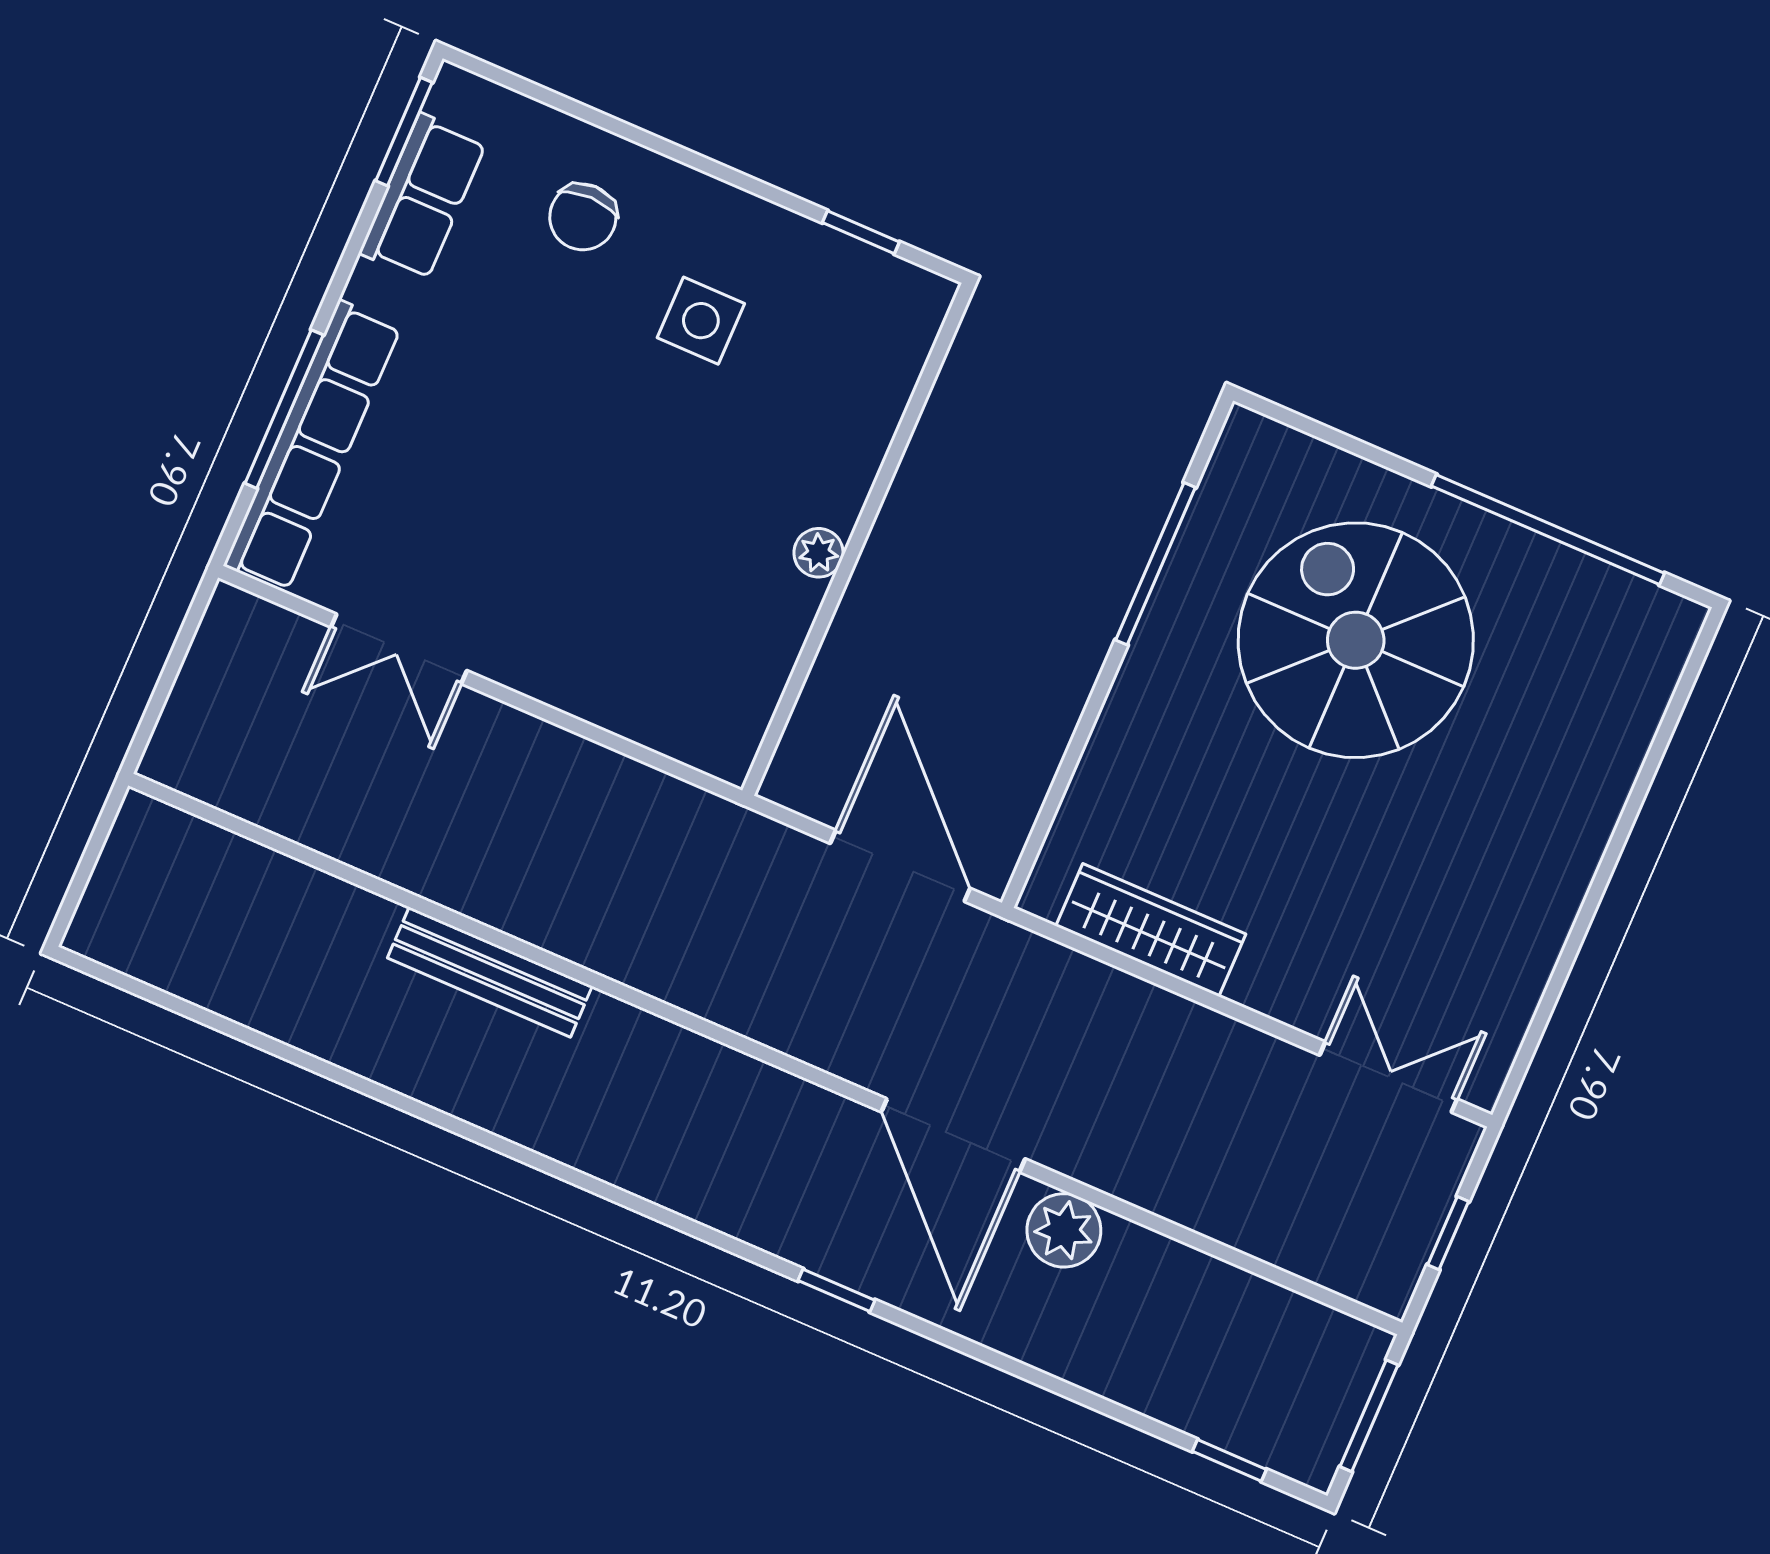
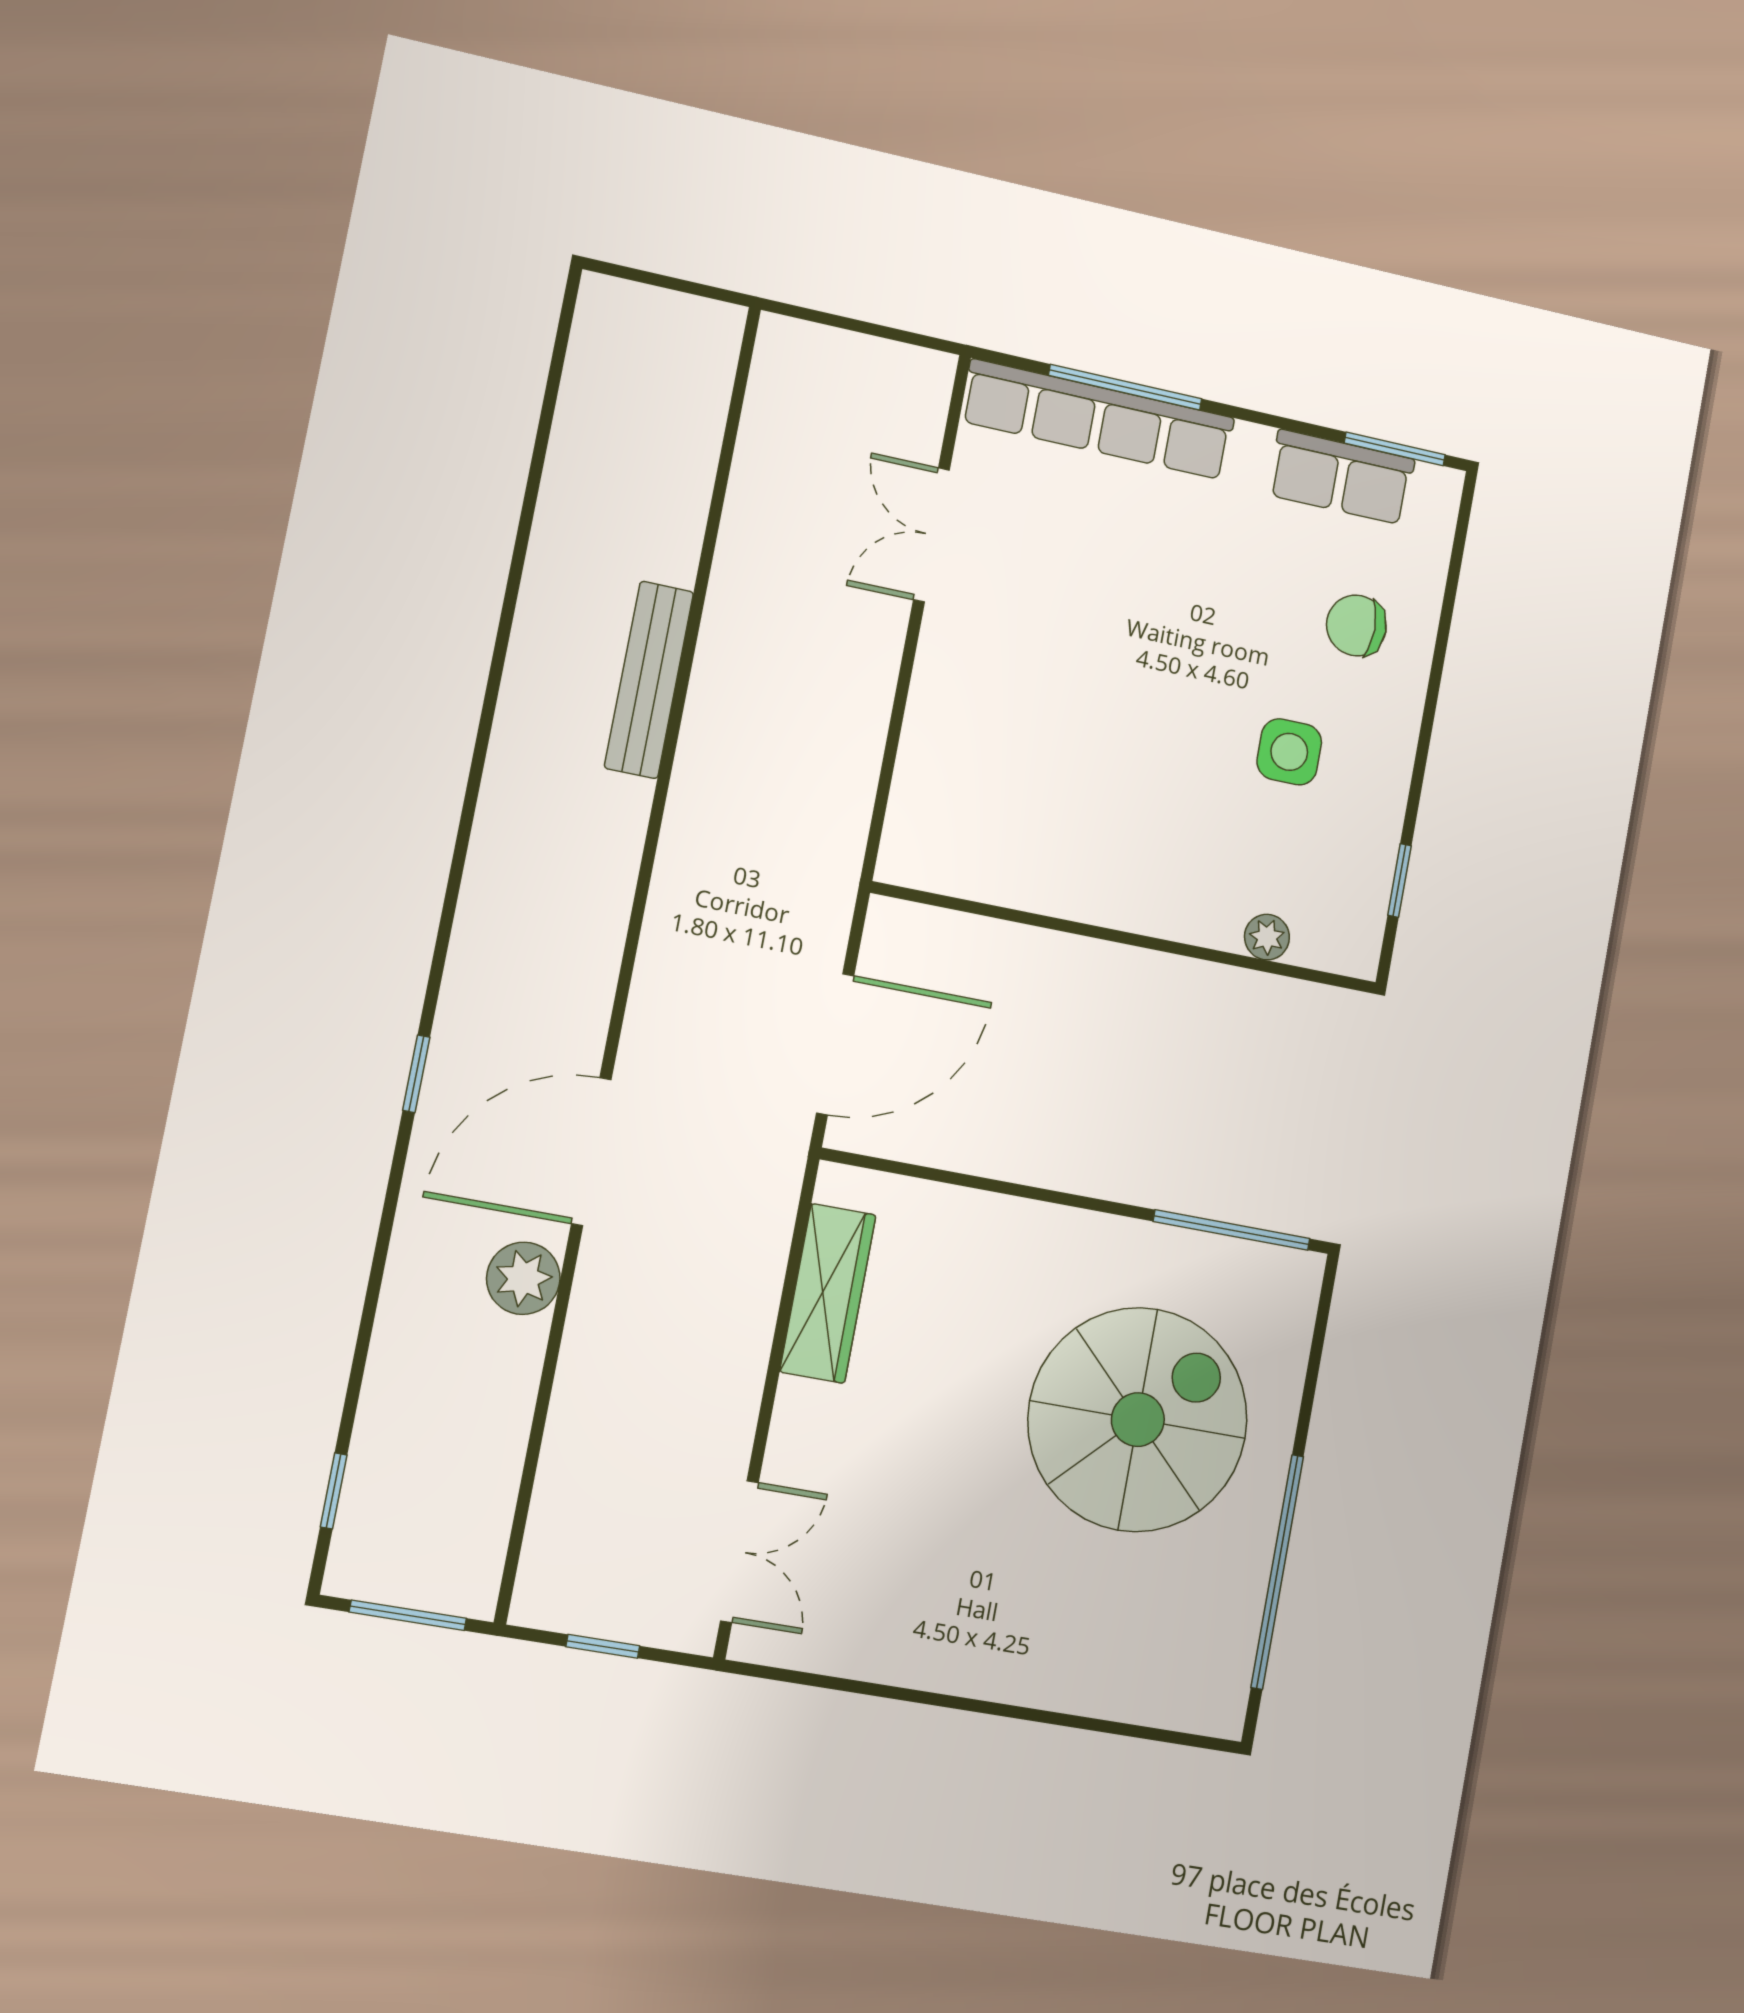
plant: (819, 553) -> (1267, 937), moved
window: (1156, 564) -> (1232, 1230), moved

